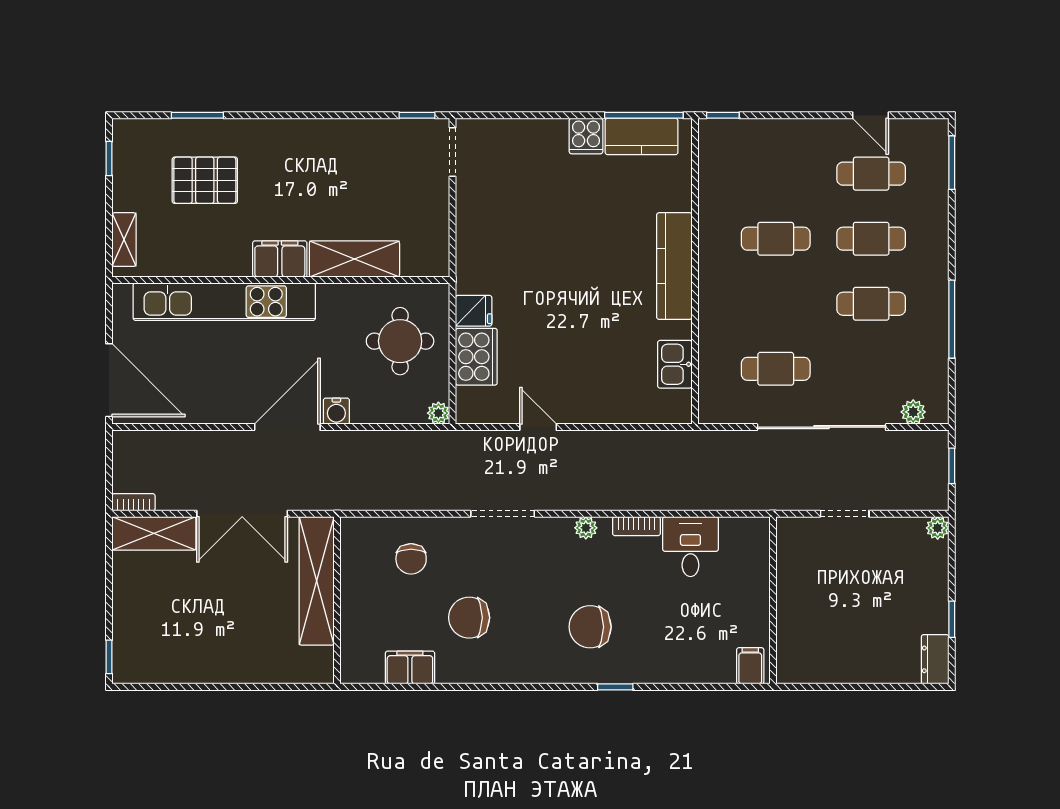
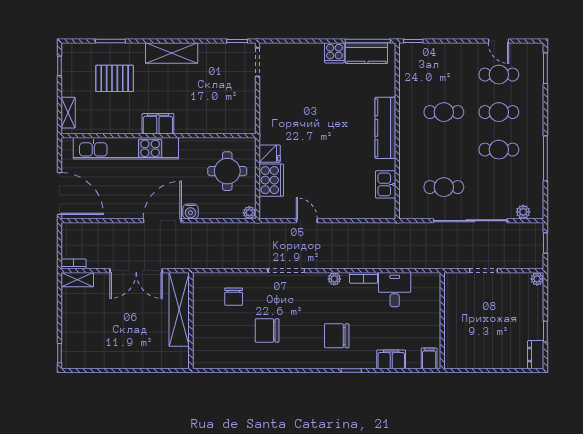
shelving: (354, 259) -> (172, 53), moved
shelving: (154, 533) -> (77, 280), width x0.67, depth x0.75
filing cabinet: (410, 668) -> (391, 359), moved

